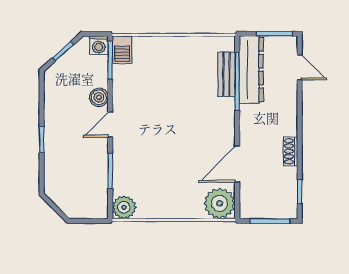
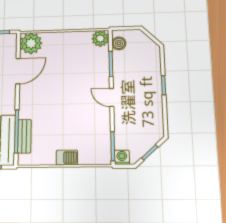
barbecue: (122, 50) -> (67, 158), moved, turned 90
boiler: (99, 97) -> (119, 43), moved
door: (110, 125) -> (112, 97), swing flipped

